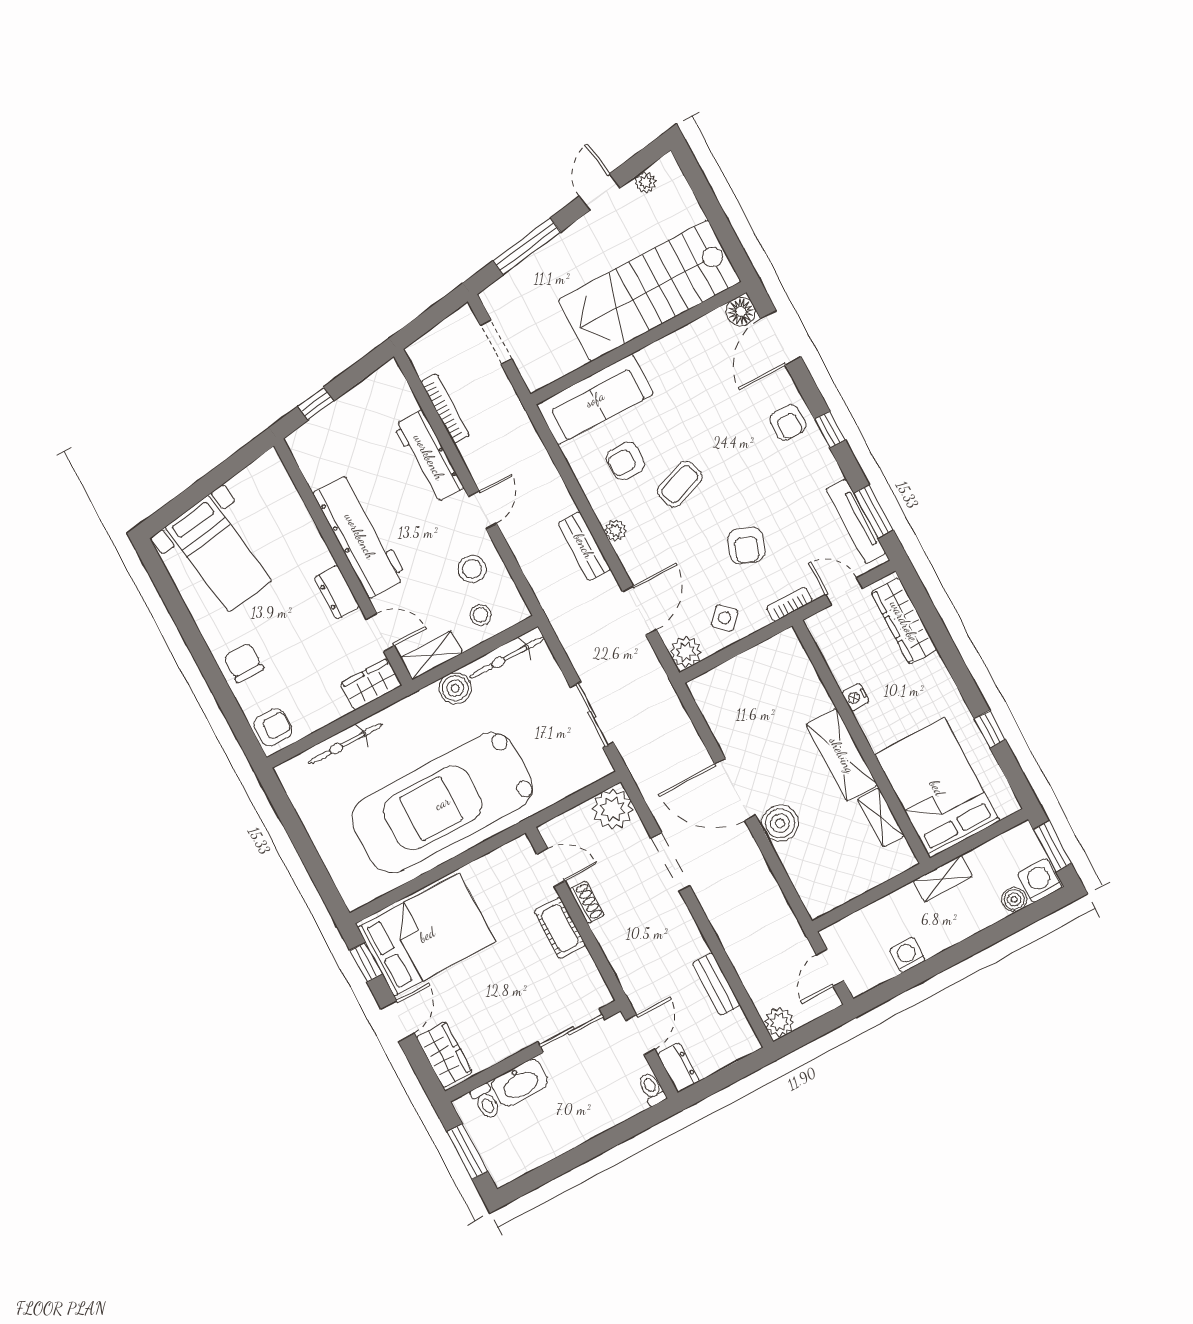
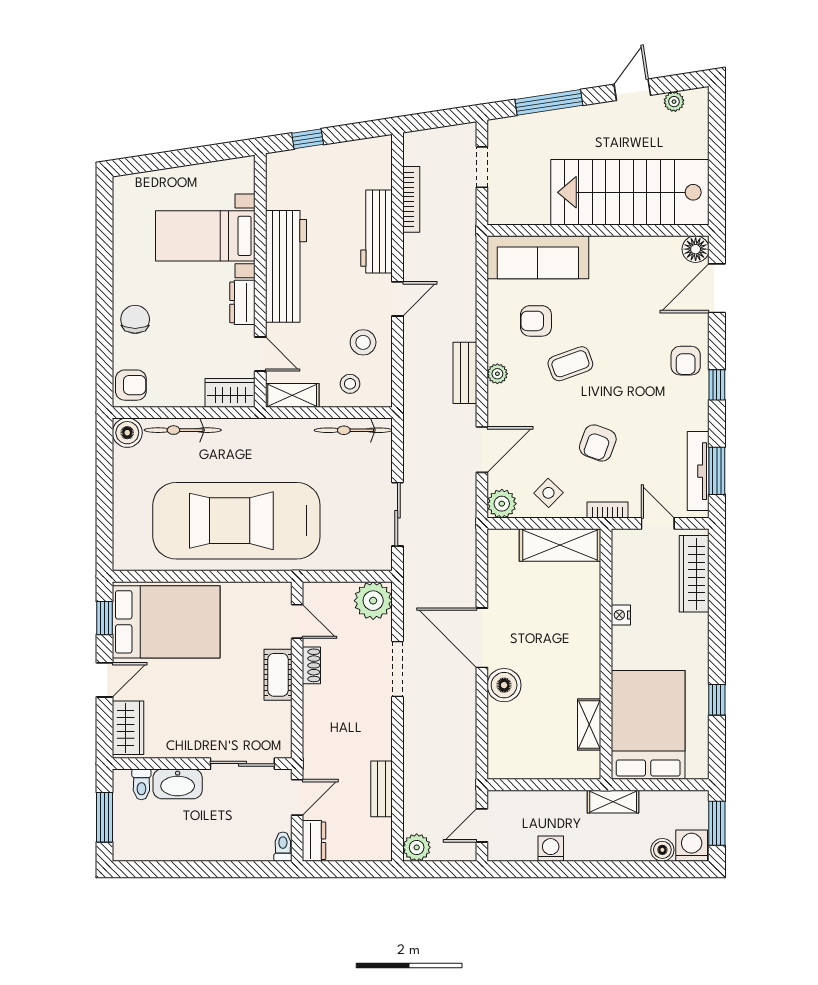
bed with nightstands: (218, 554) -> (205, 236), moved, turned 99
boiler: (455, 688) -> (127, 433), moved
shelving: (842, 755) -> (560, 545), moved, turned 90

